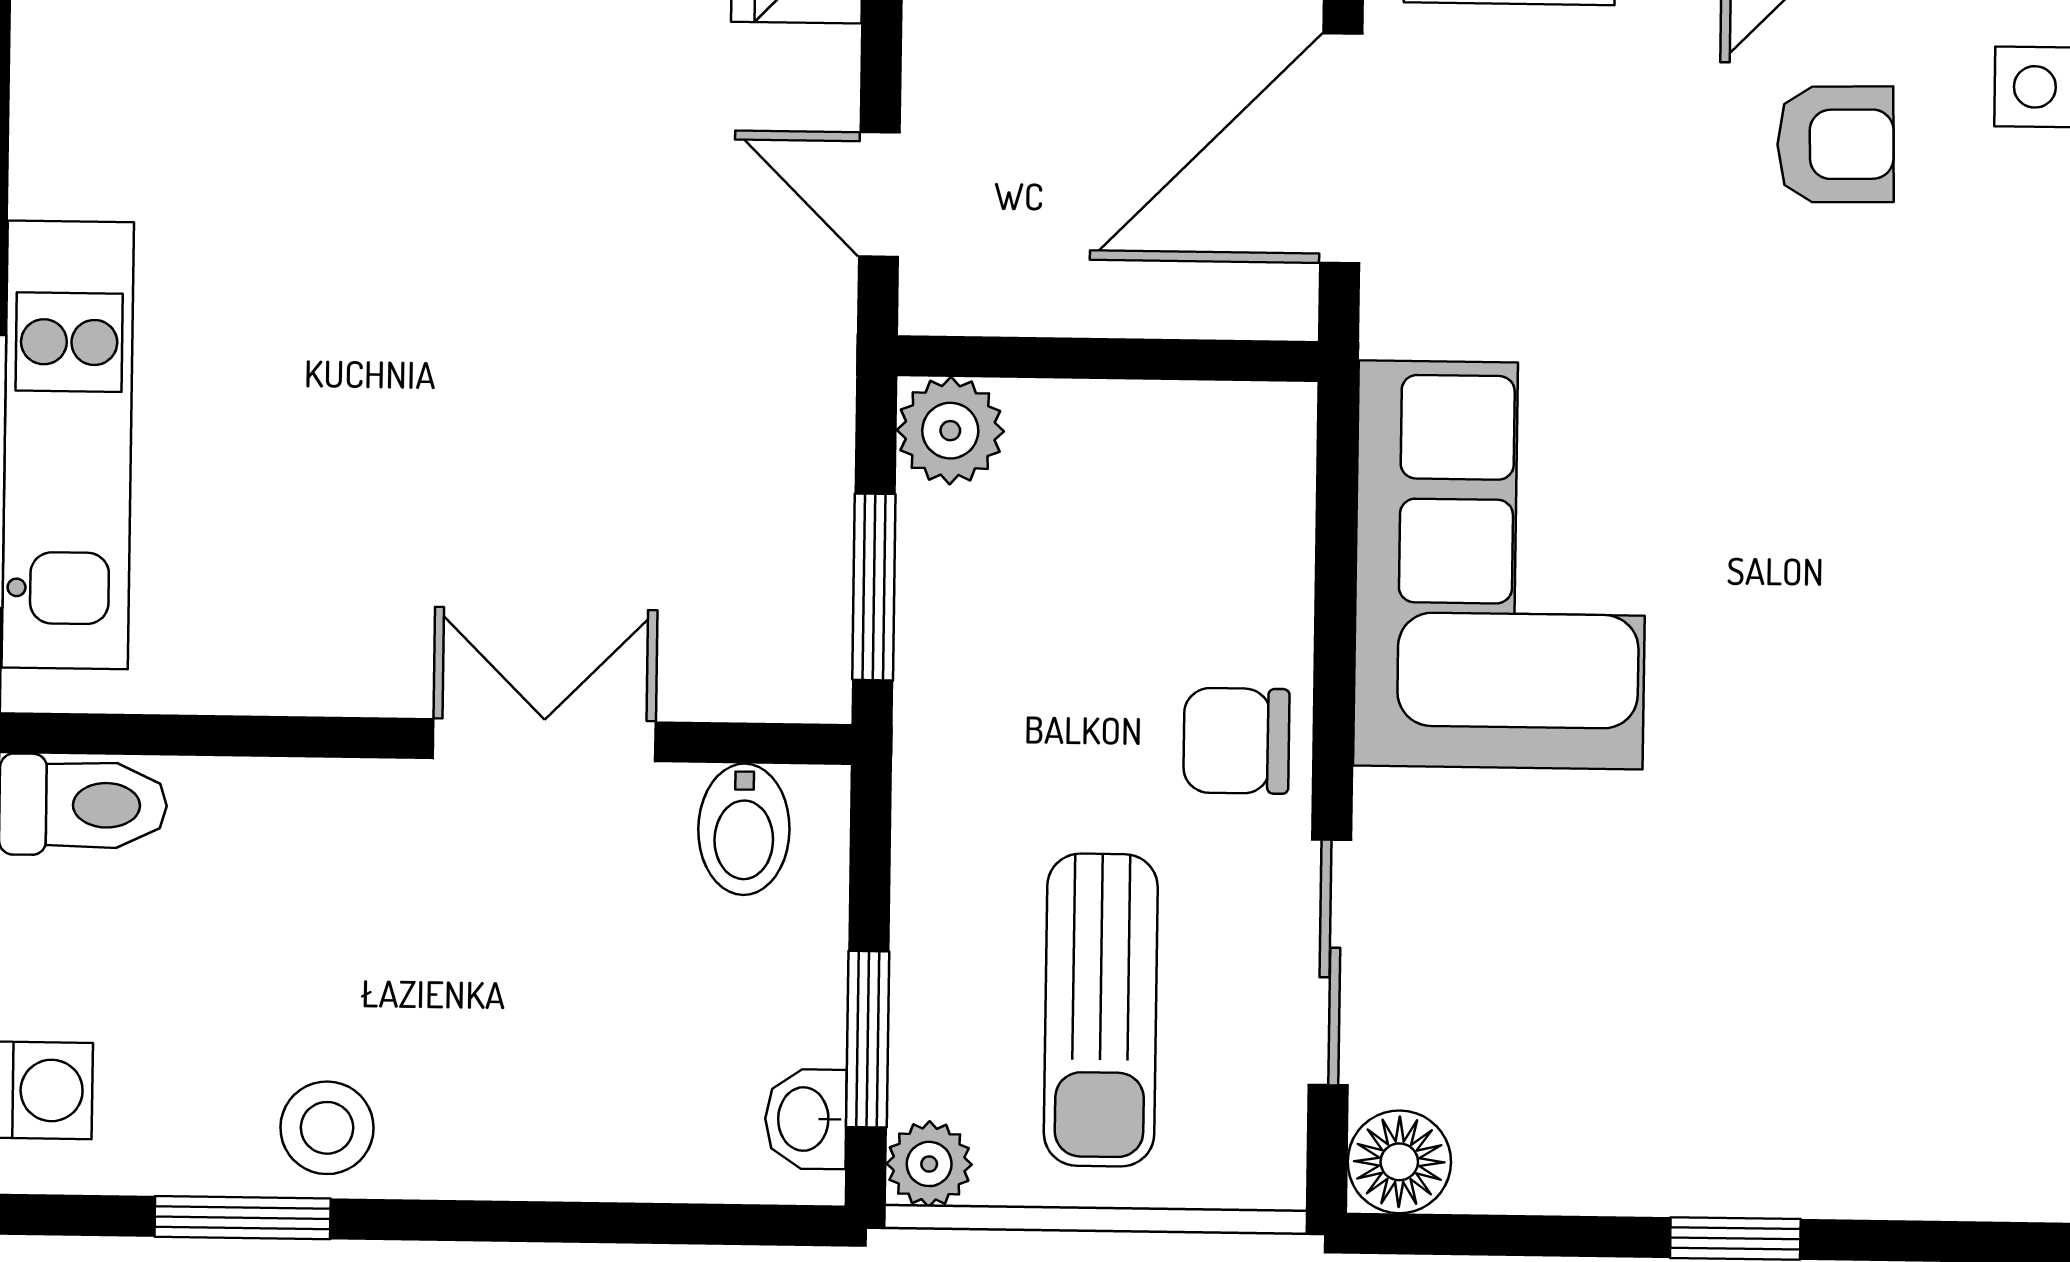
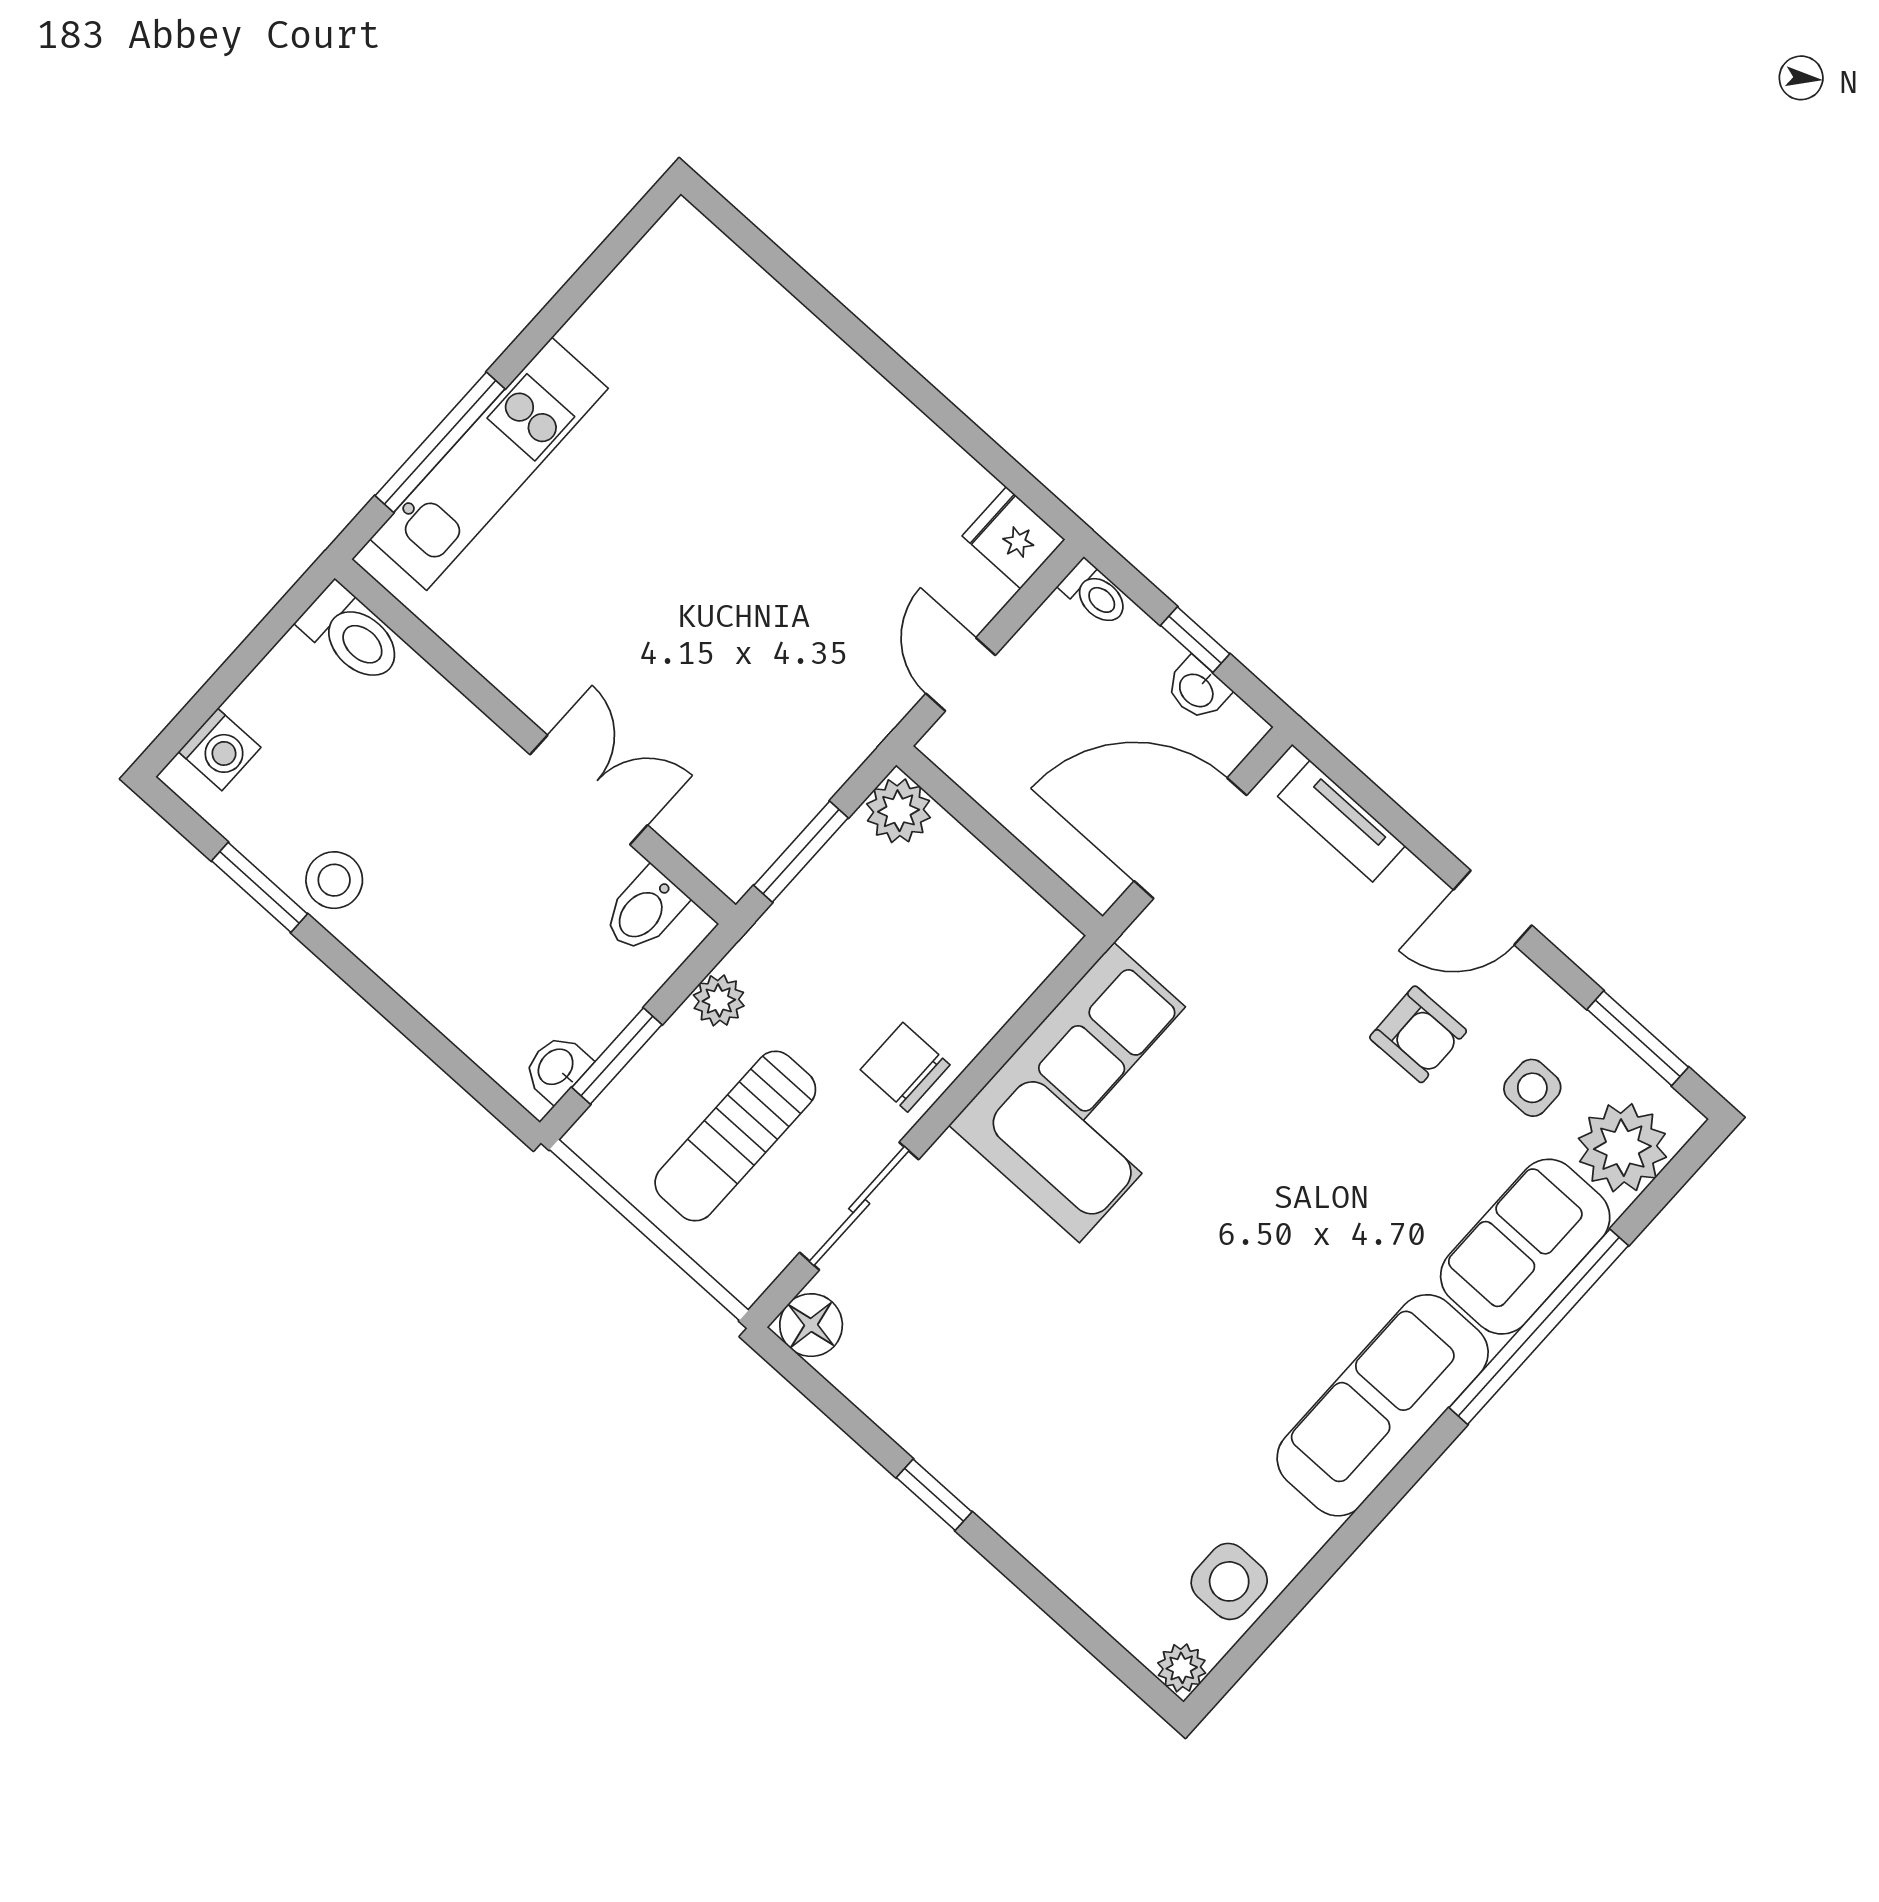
plant: (929, 1164) -> (719, 1000), moved

